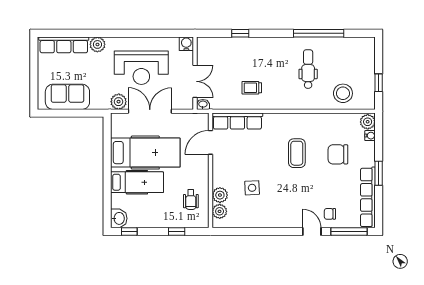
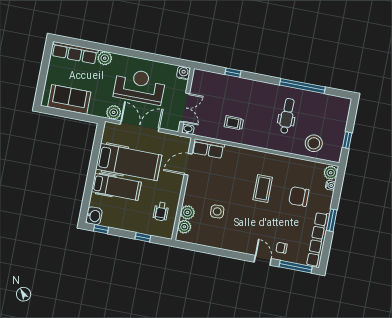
reception desk: (141, 68) -> (140, 86), turned 180
row of seats: (237, 121) -> (208, 149), width x0.68

